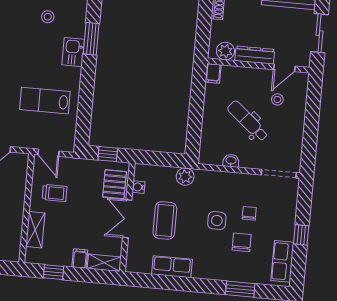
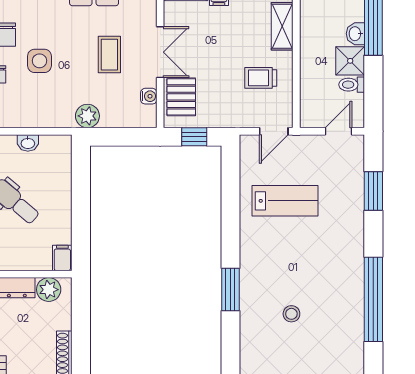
kitchen sink: (73, 52) -> (253, 269), removed
door: (49, 153) -> (274, 131), swing flipped
coffee table: (165, 220) -> (109, 55), width x0.73, depth x0.77

